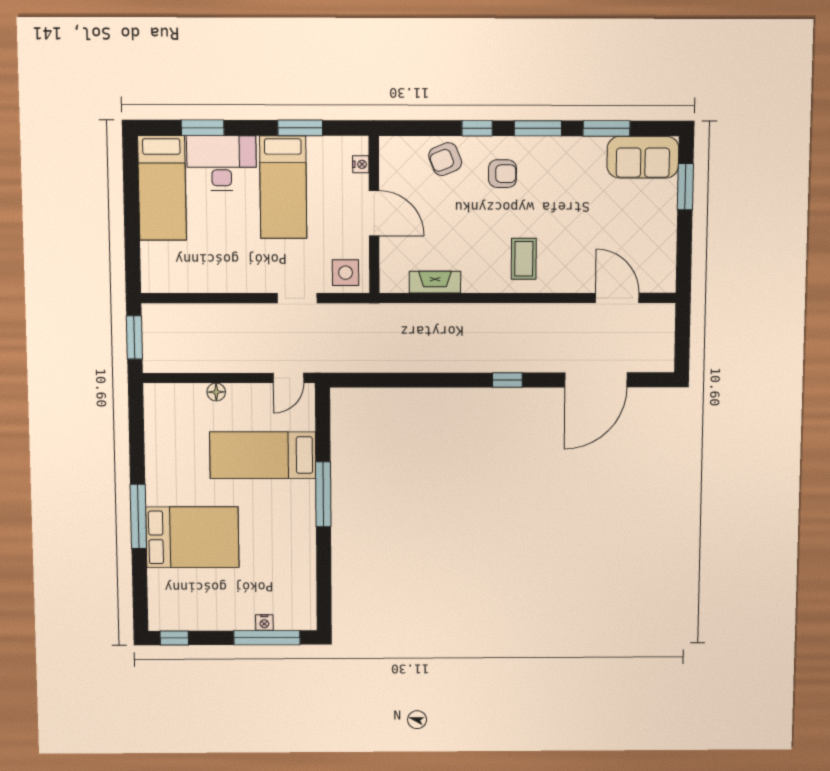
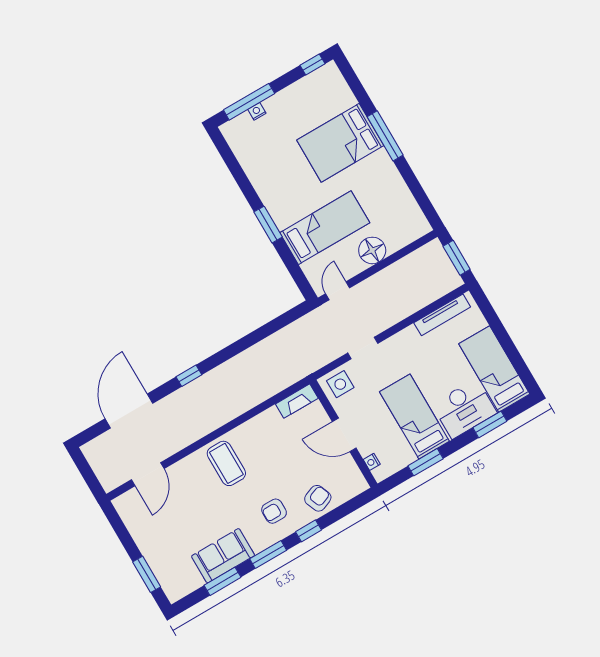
sofa: (643, 157) -> (223, 556), moved
coffee table: (524, 259) -> (226, 463), width x1.36, depth x1.30
fireplace: (435, 282) -> (297, 401), moved
tv unit: (187, 283) -> (442, 315), added
door: (617, 298) -> (148, 474), hinge flipped
floor lamp: (216, 392) -> (372, 250), width x1.89, depth x1.89
window: (323, 494) -> (268, 225), width x0.69

